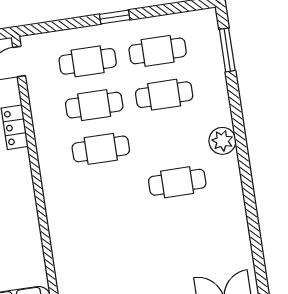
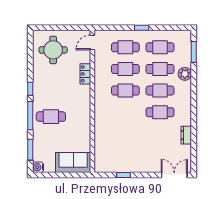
cafe table: (171, 138) -> (160, 91), added
plant: (222, 141) -> (185, 74), moved
dresser: (237, 221) -> (186, 135), added

